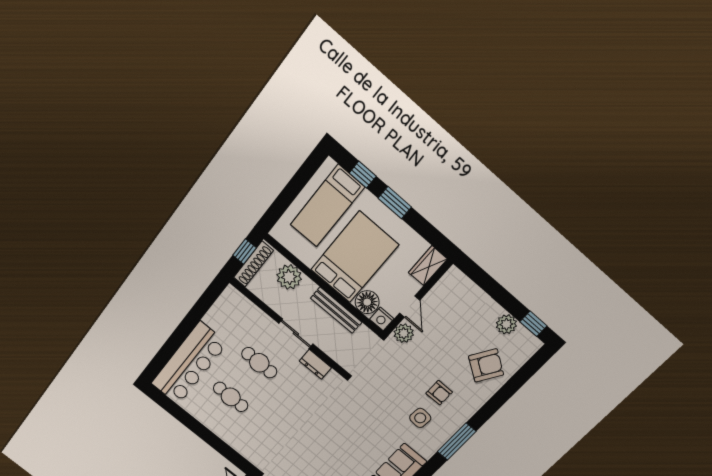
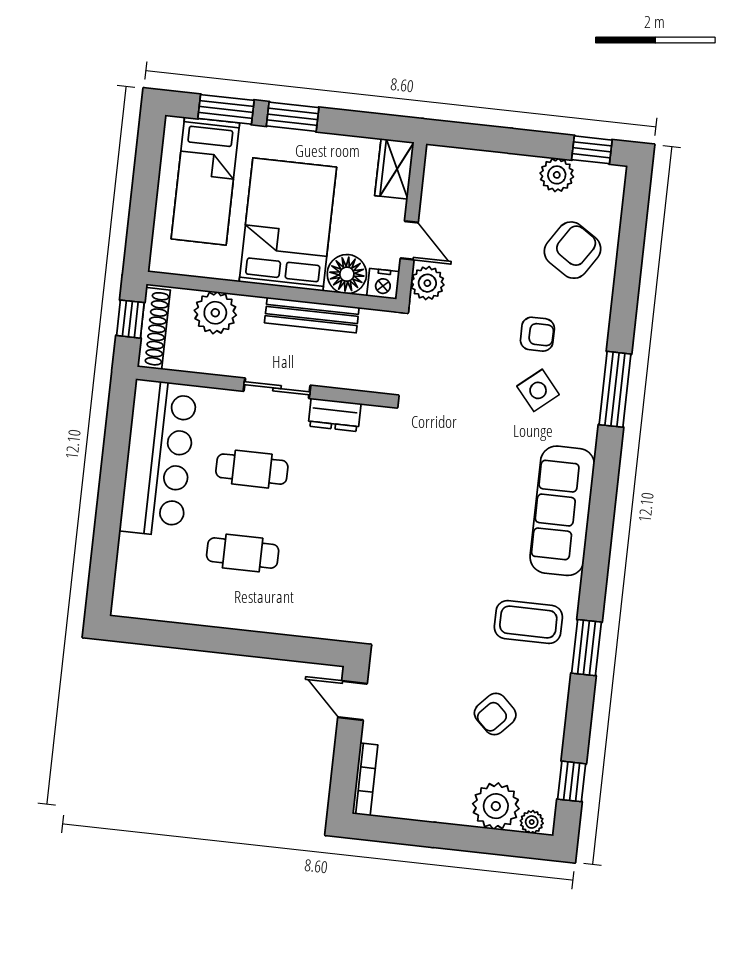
window: (363, 175) -> (226, 109), width x1.50
bar counter: (189, 364) -> (158, 458), moved
side table: (420, 418) -> (538, 390), turned 45

